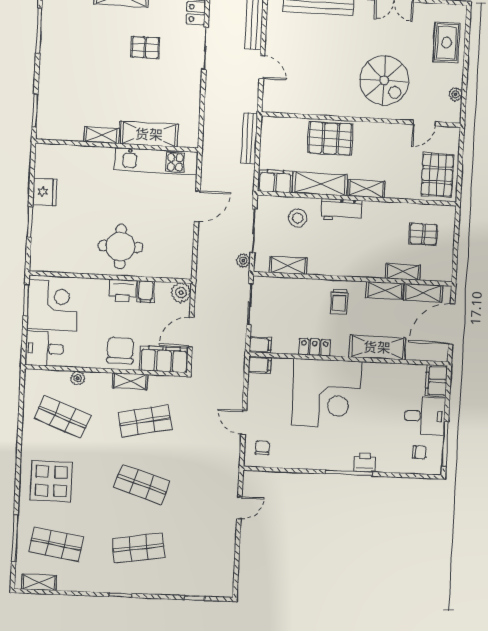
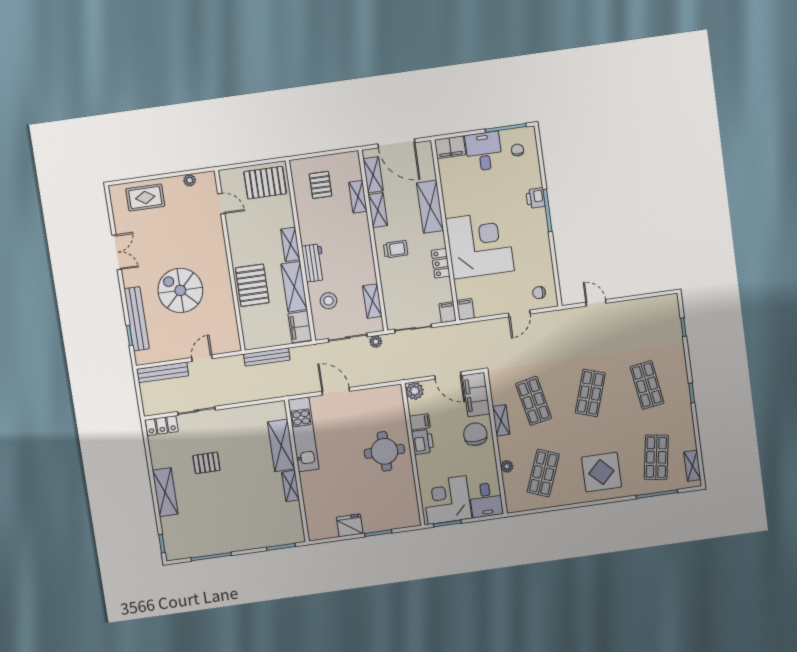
pallet: (145, 48) -> (206, 463), turned 90
spiral stairs: (384, 80) -> (180, 290), moved, turned -90
chair: (120, 350) -> (475, 434), turned 90

